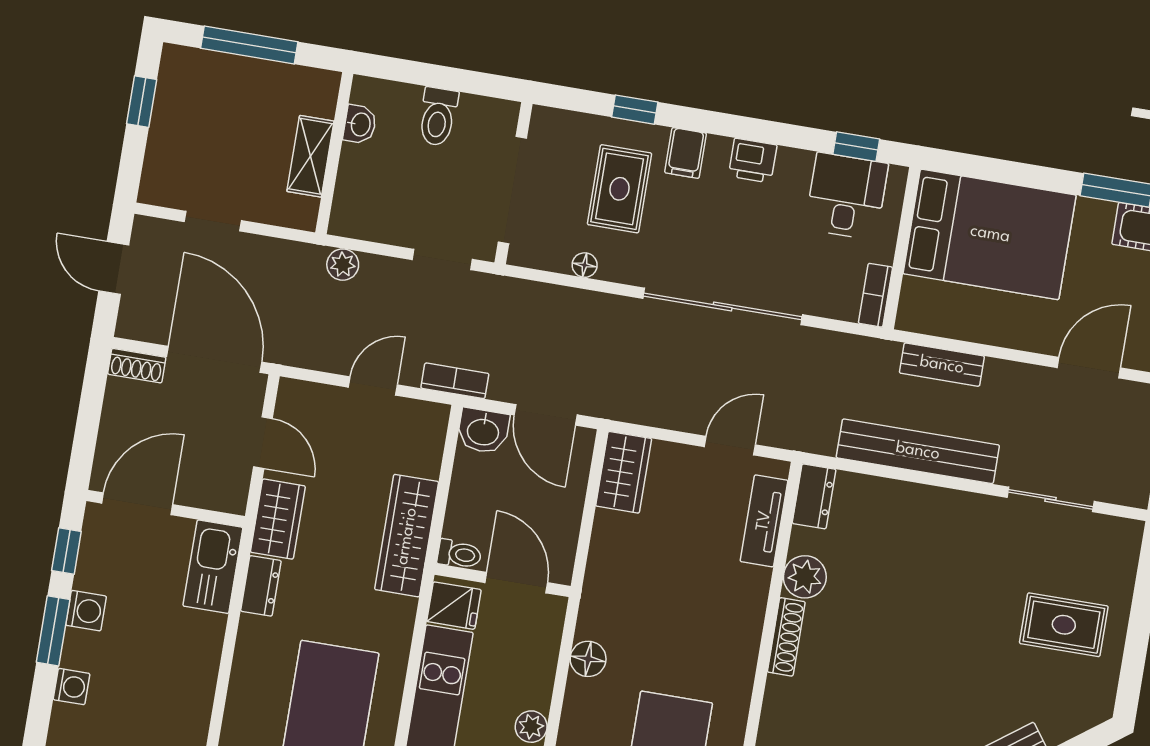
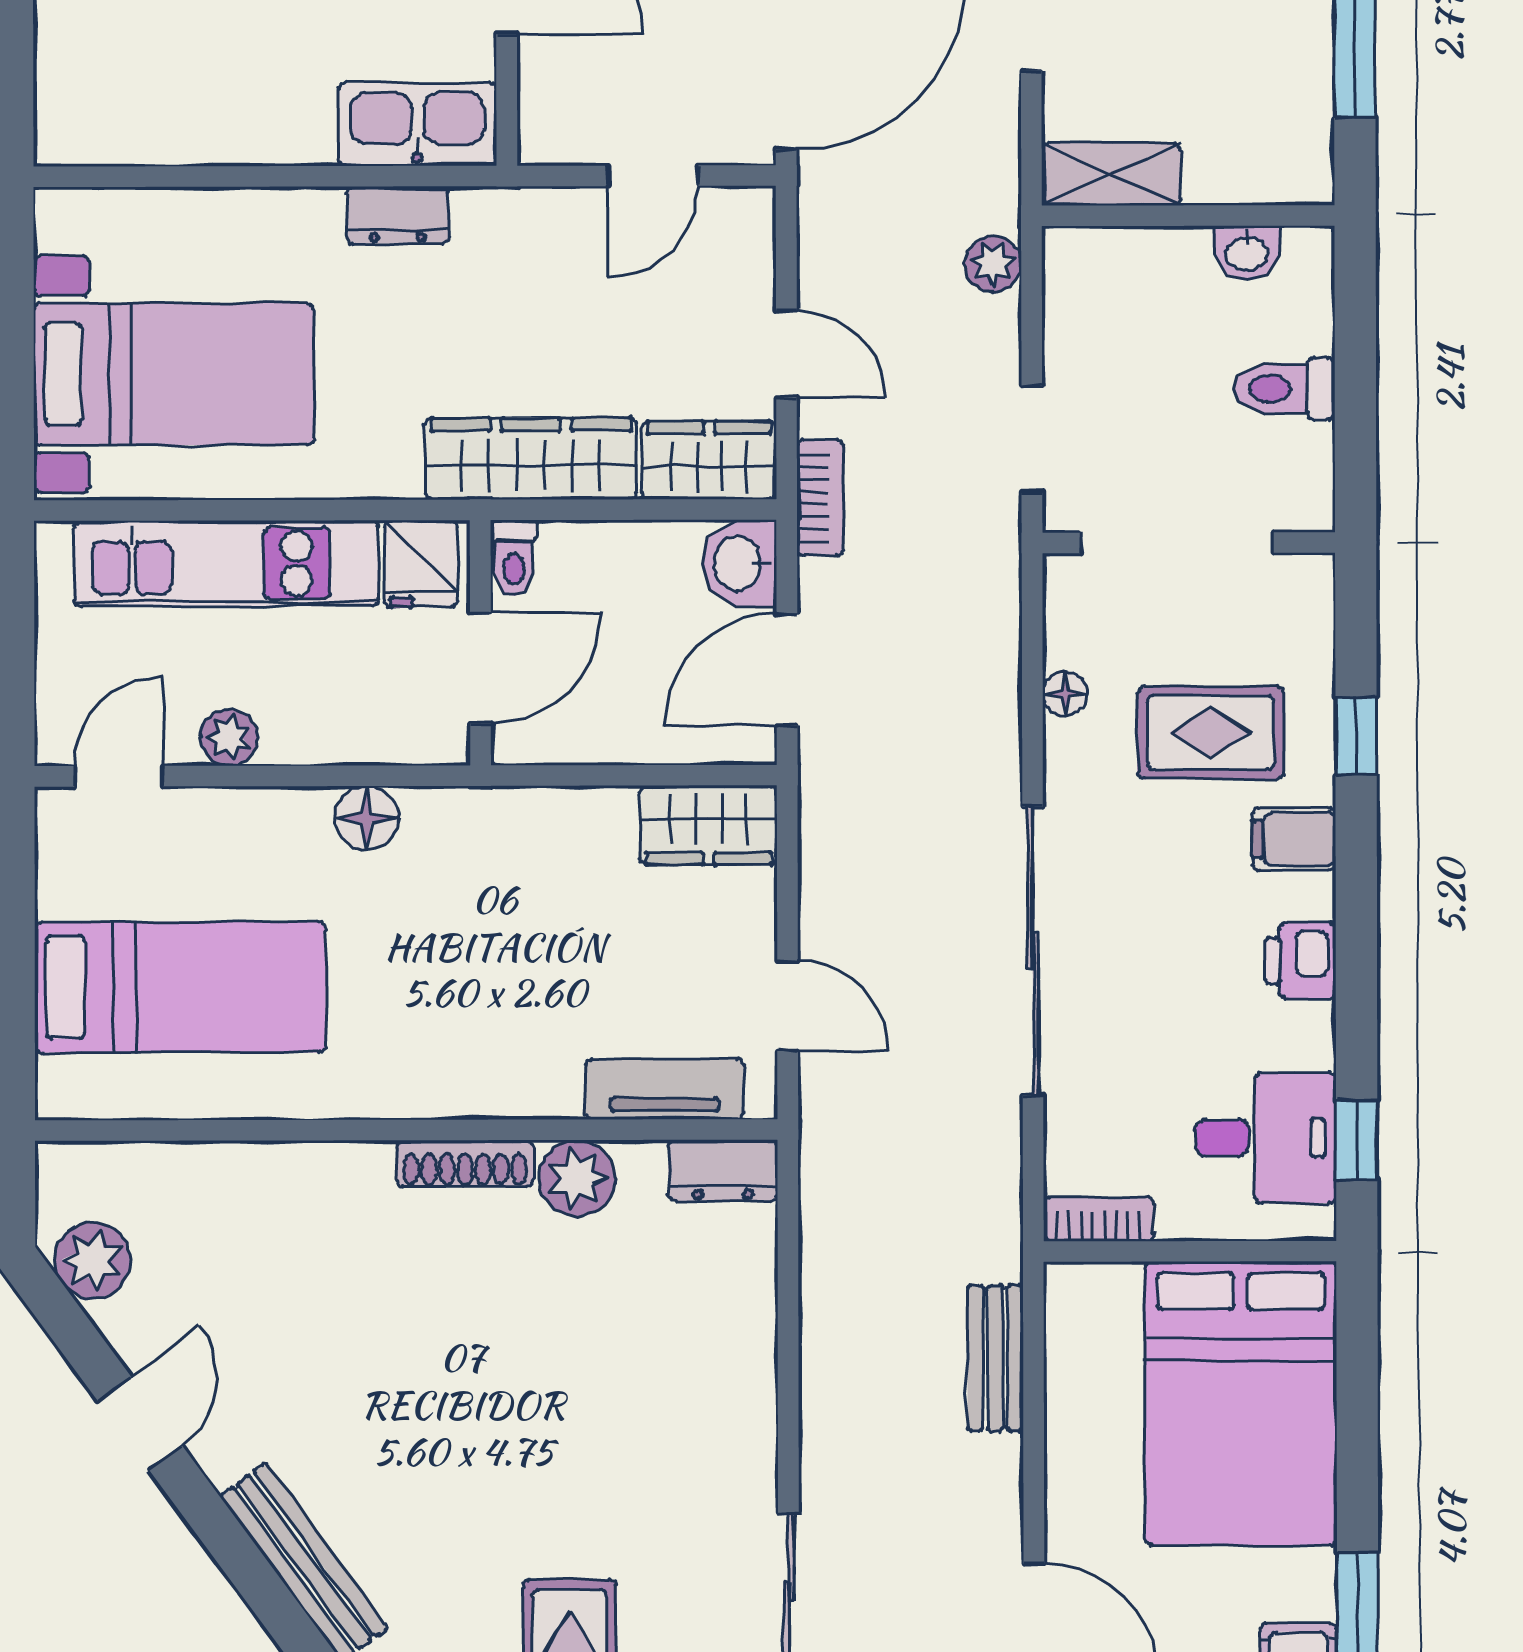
shelving: (310, 156) -> (1111, 174), moved
bench: (918, 451) -> (834, 1341), removed
wardrobe: (278, 519) -> (709, 460), moved, turned 180

